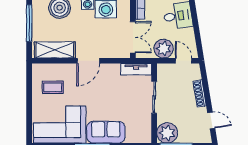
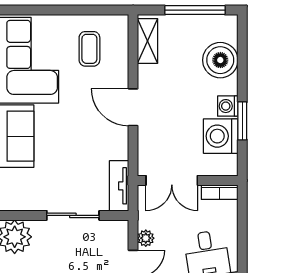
plant: (164, 49) -> (146, 238), width x0.53, depth x0.53
shelving: (55, 50) -> (148, 41), width x0.67, depth x0.75

